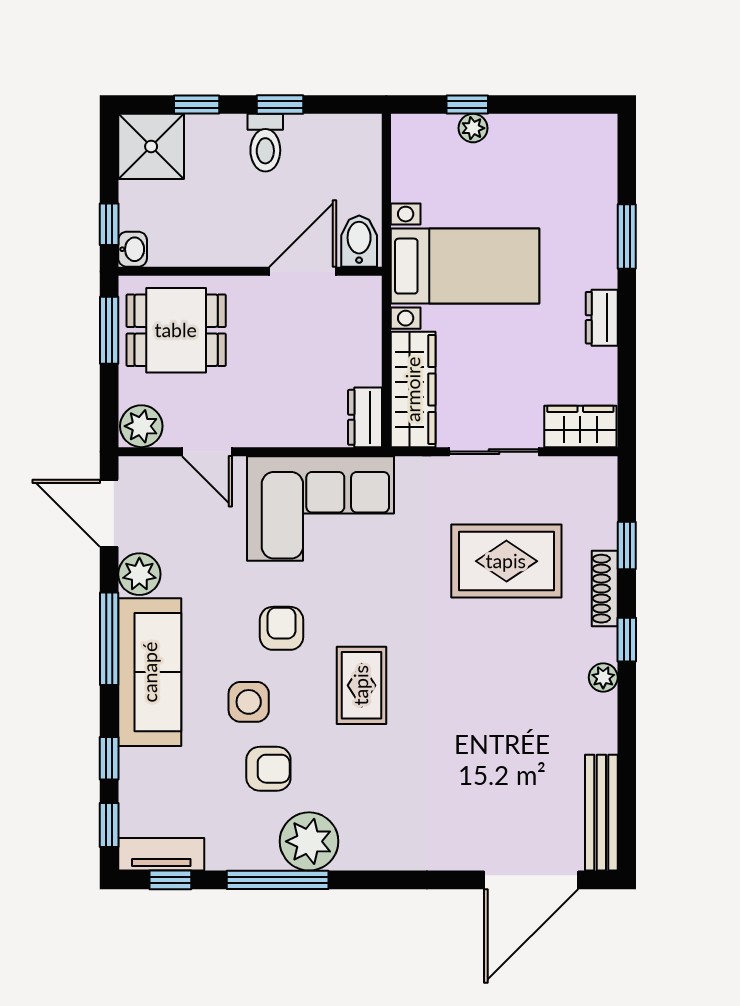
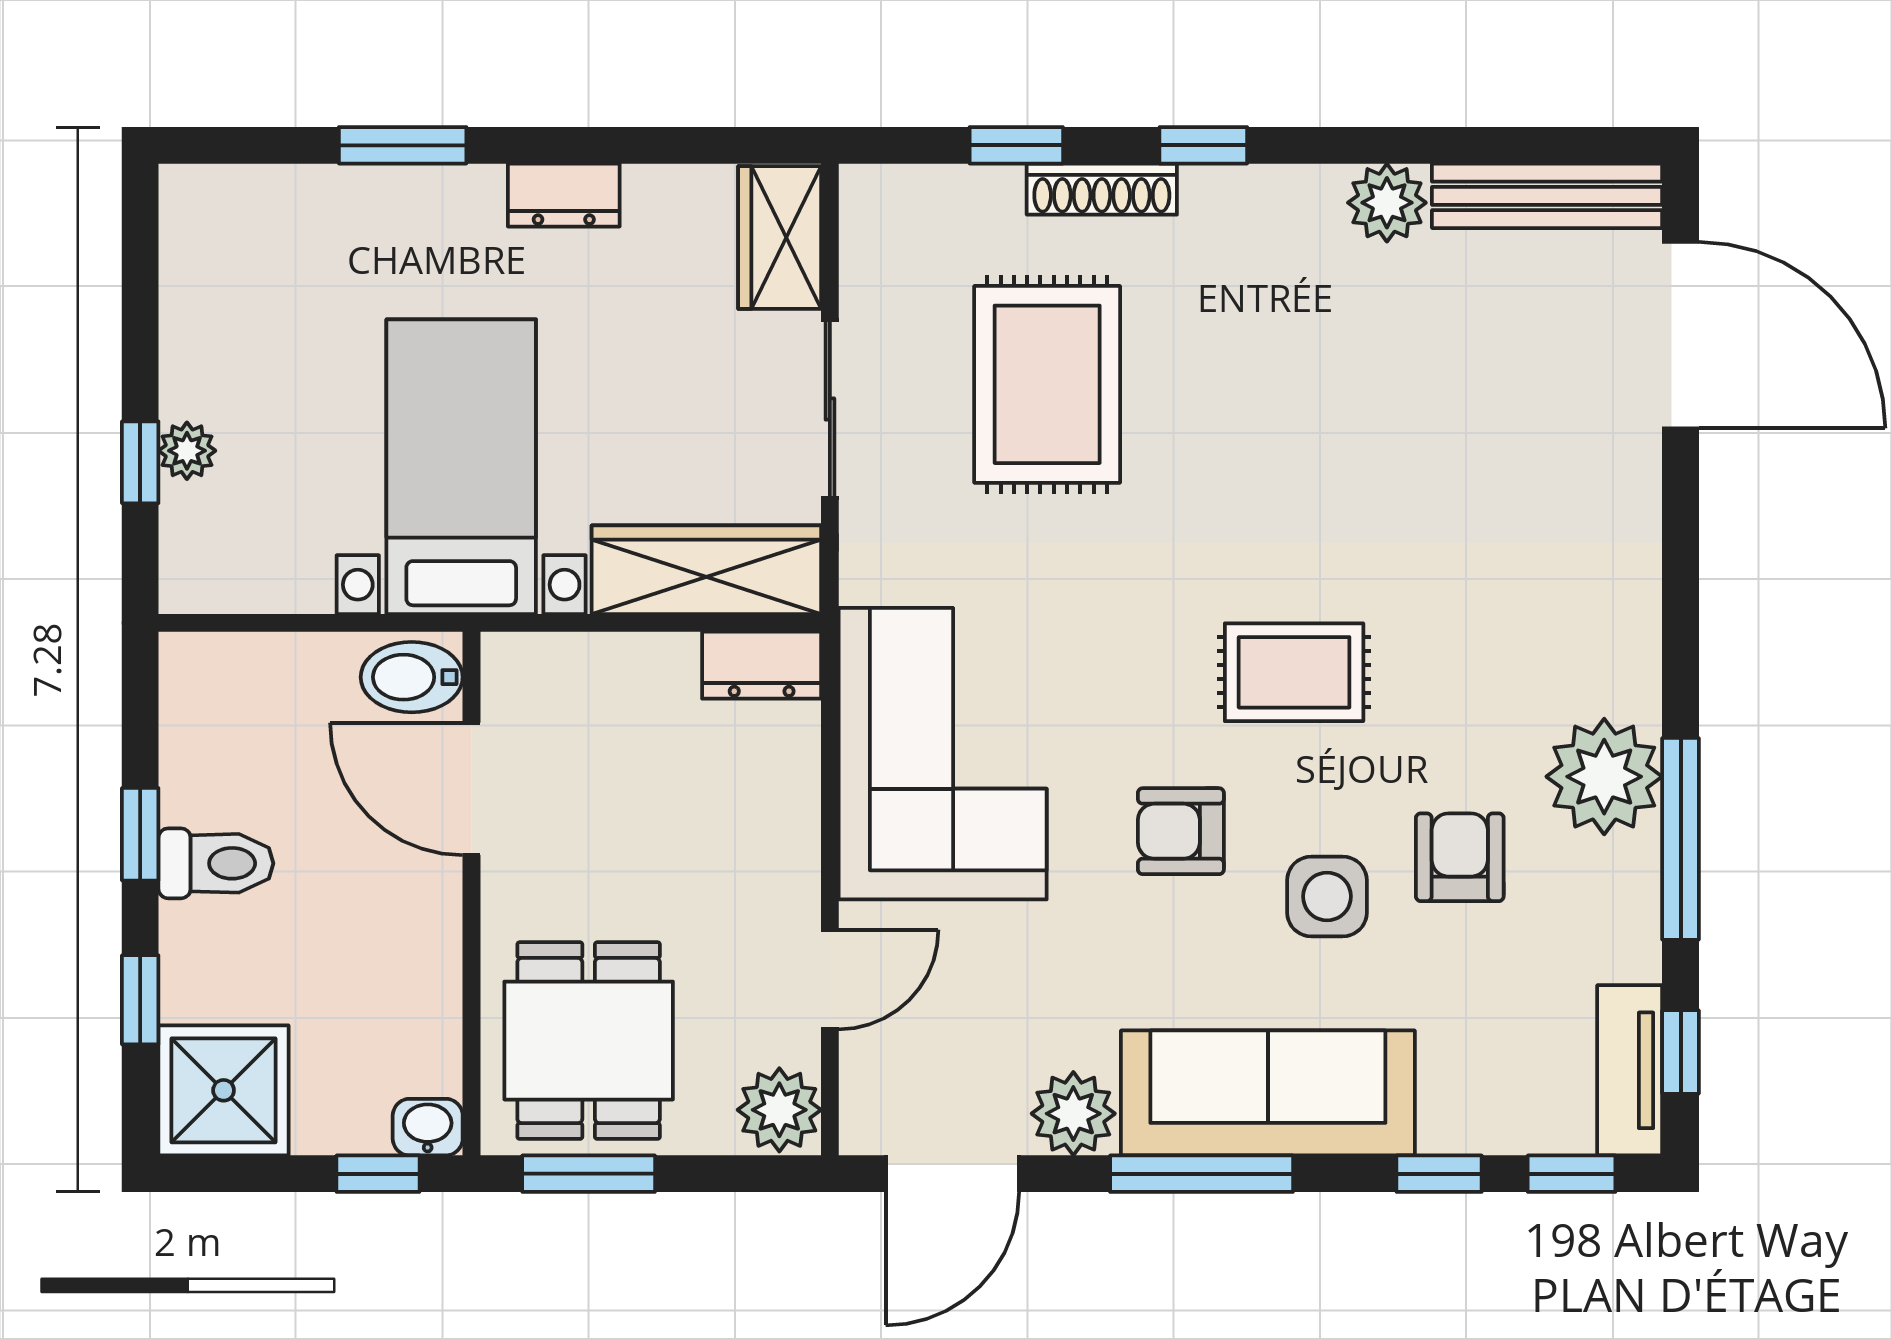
plant: (603, 677) -> (1387, 203), moved, width x1.38, depth x1.38

